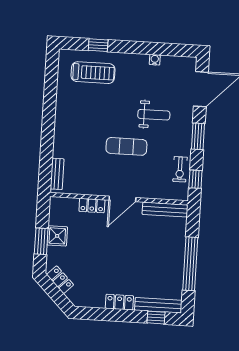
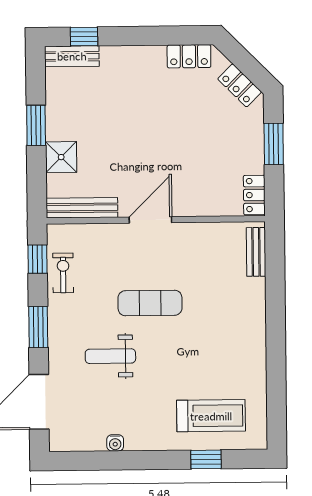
treadmill: (93, 73) -> (211, 416), turned 180
locker: (92, 206) -> (254, 195), moved, turned -90
shower: (57, 236) -> (61, 157), moved
window: (190, 264) -> (36, 125), width x0.47
locker: (119, 302) -> (189, 56), moved
bench: (158, 305) -> (72, 56), width x0.73

